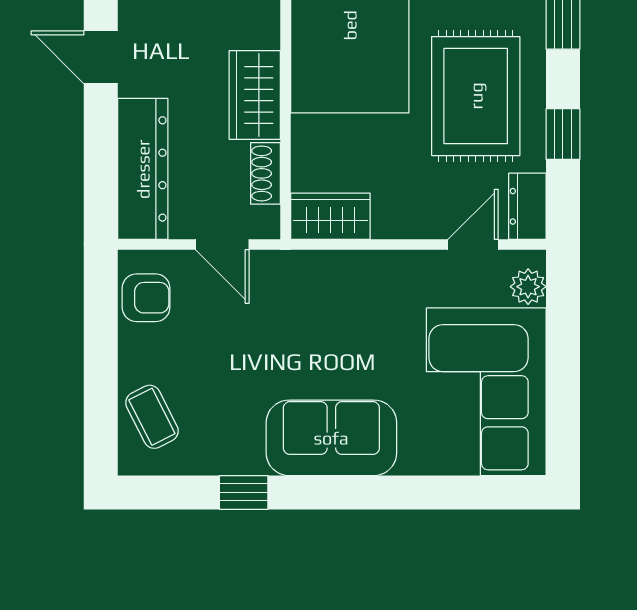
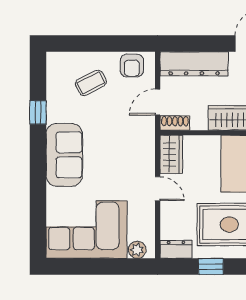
shoe rack: (265, 173) -> (175, 123), moved
door: (473, 245) -> (158, 189), moved
coffee table: (152, 417) -> (91, 83), moved

